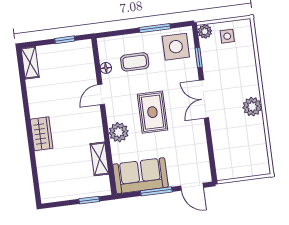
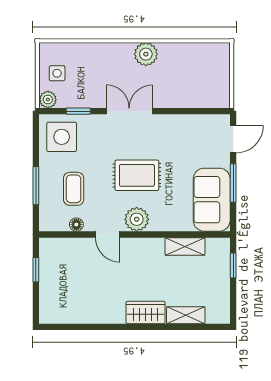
window: (155, 28) -> (36, 186), moved
shelving: (30, 63) -> (186, 315), moved
double door: (204, 99) -> (129, 111), swing flipped
plant: (119, 132) -> (137, 219), moved

